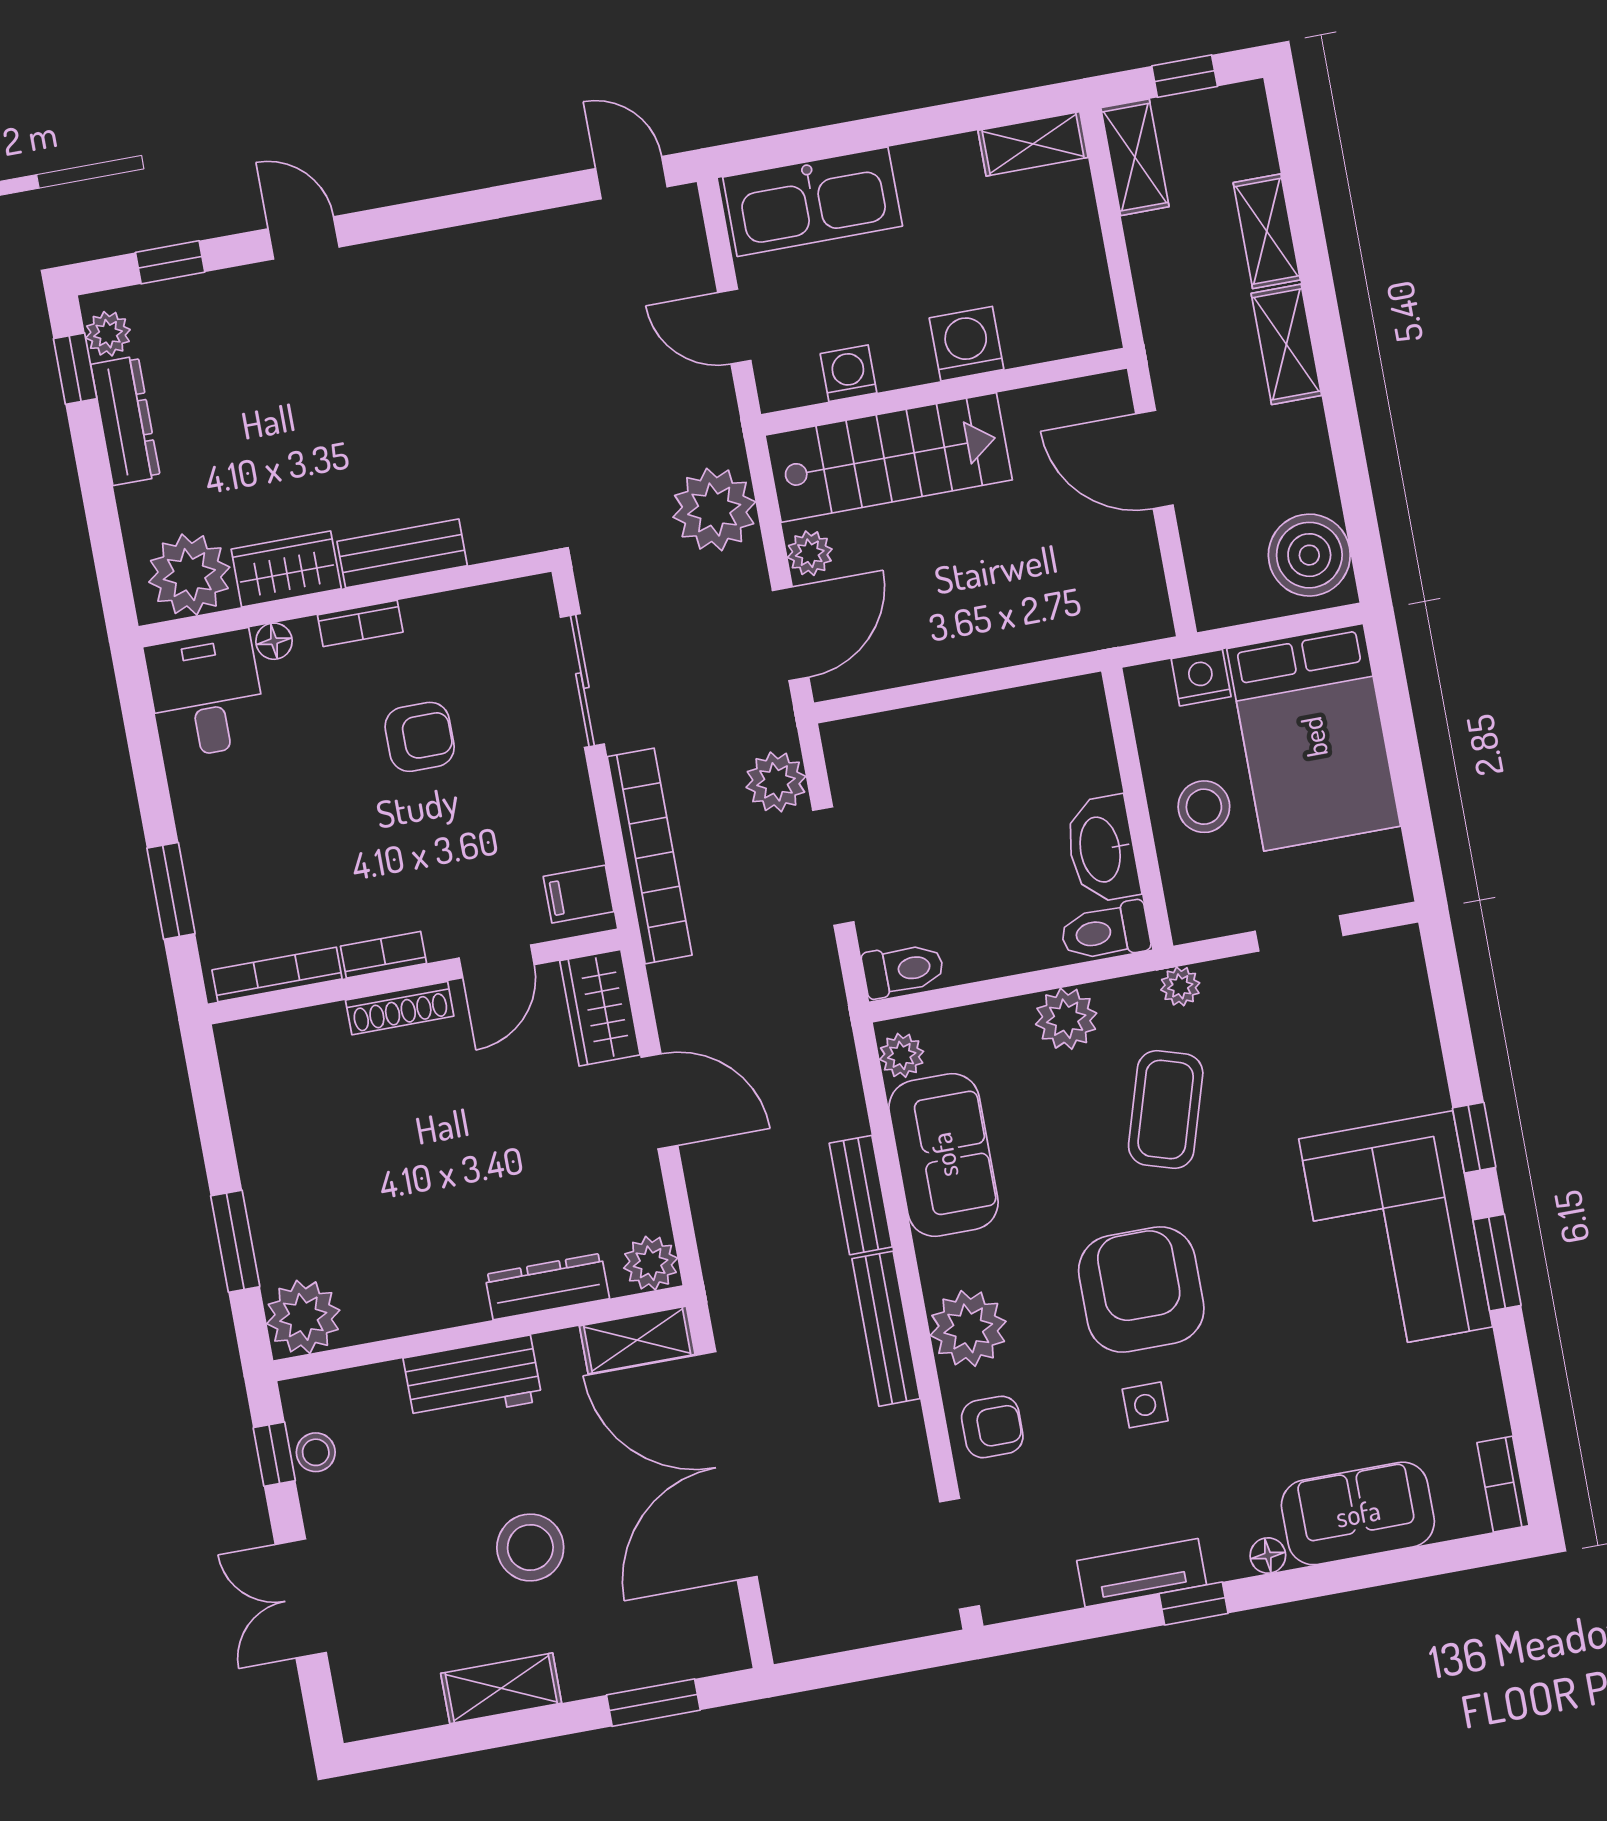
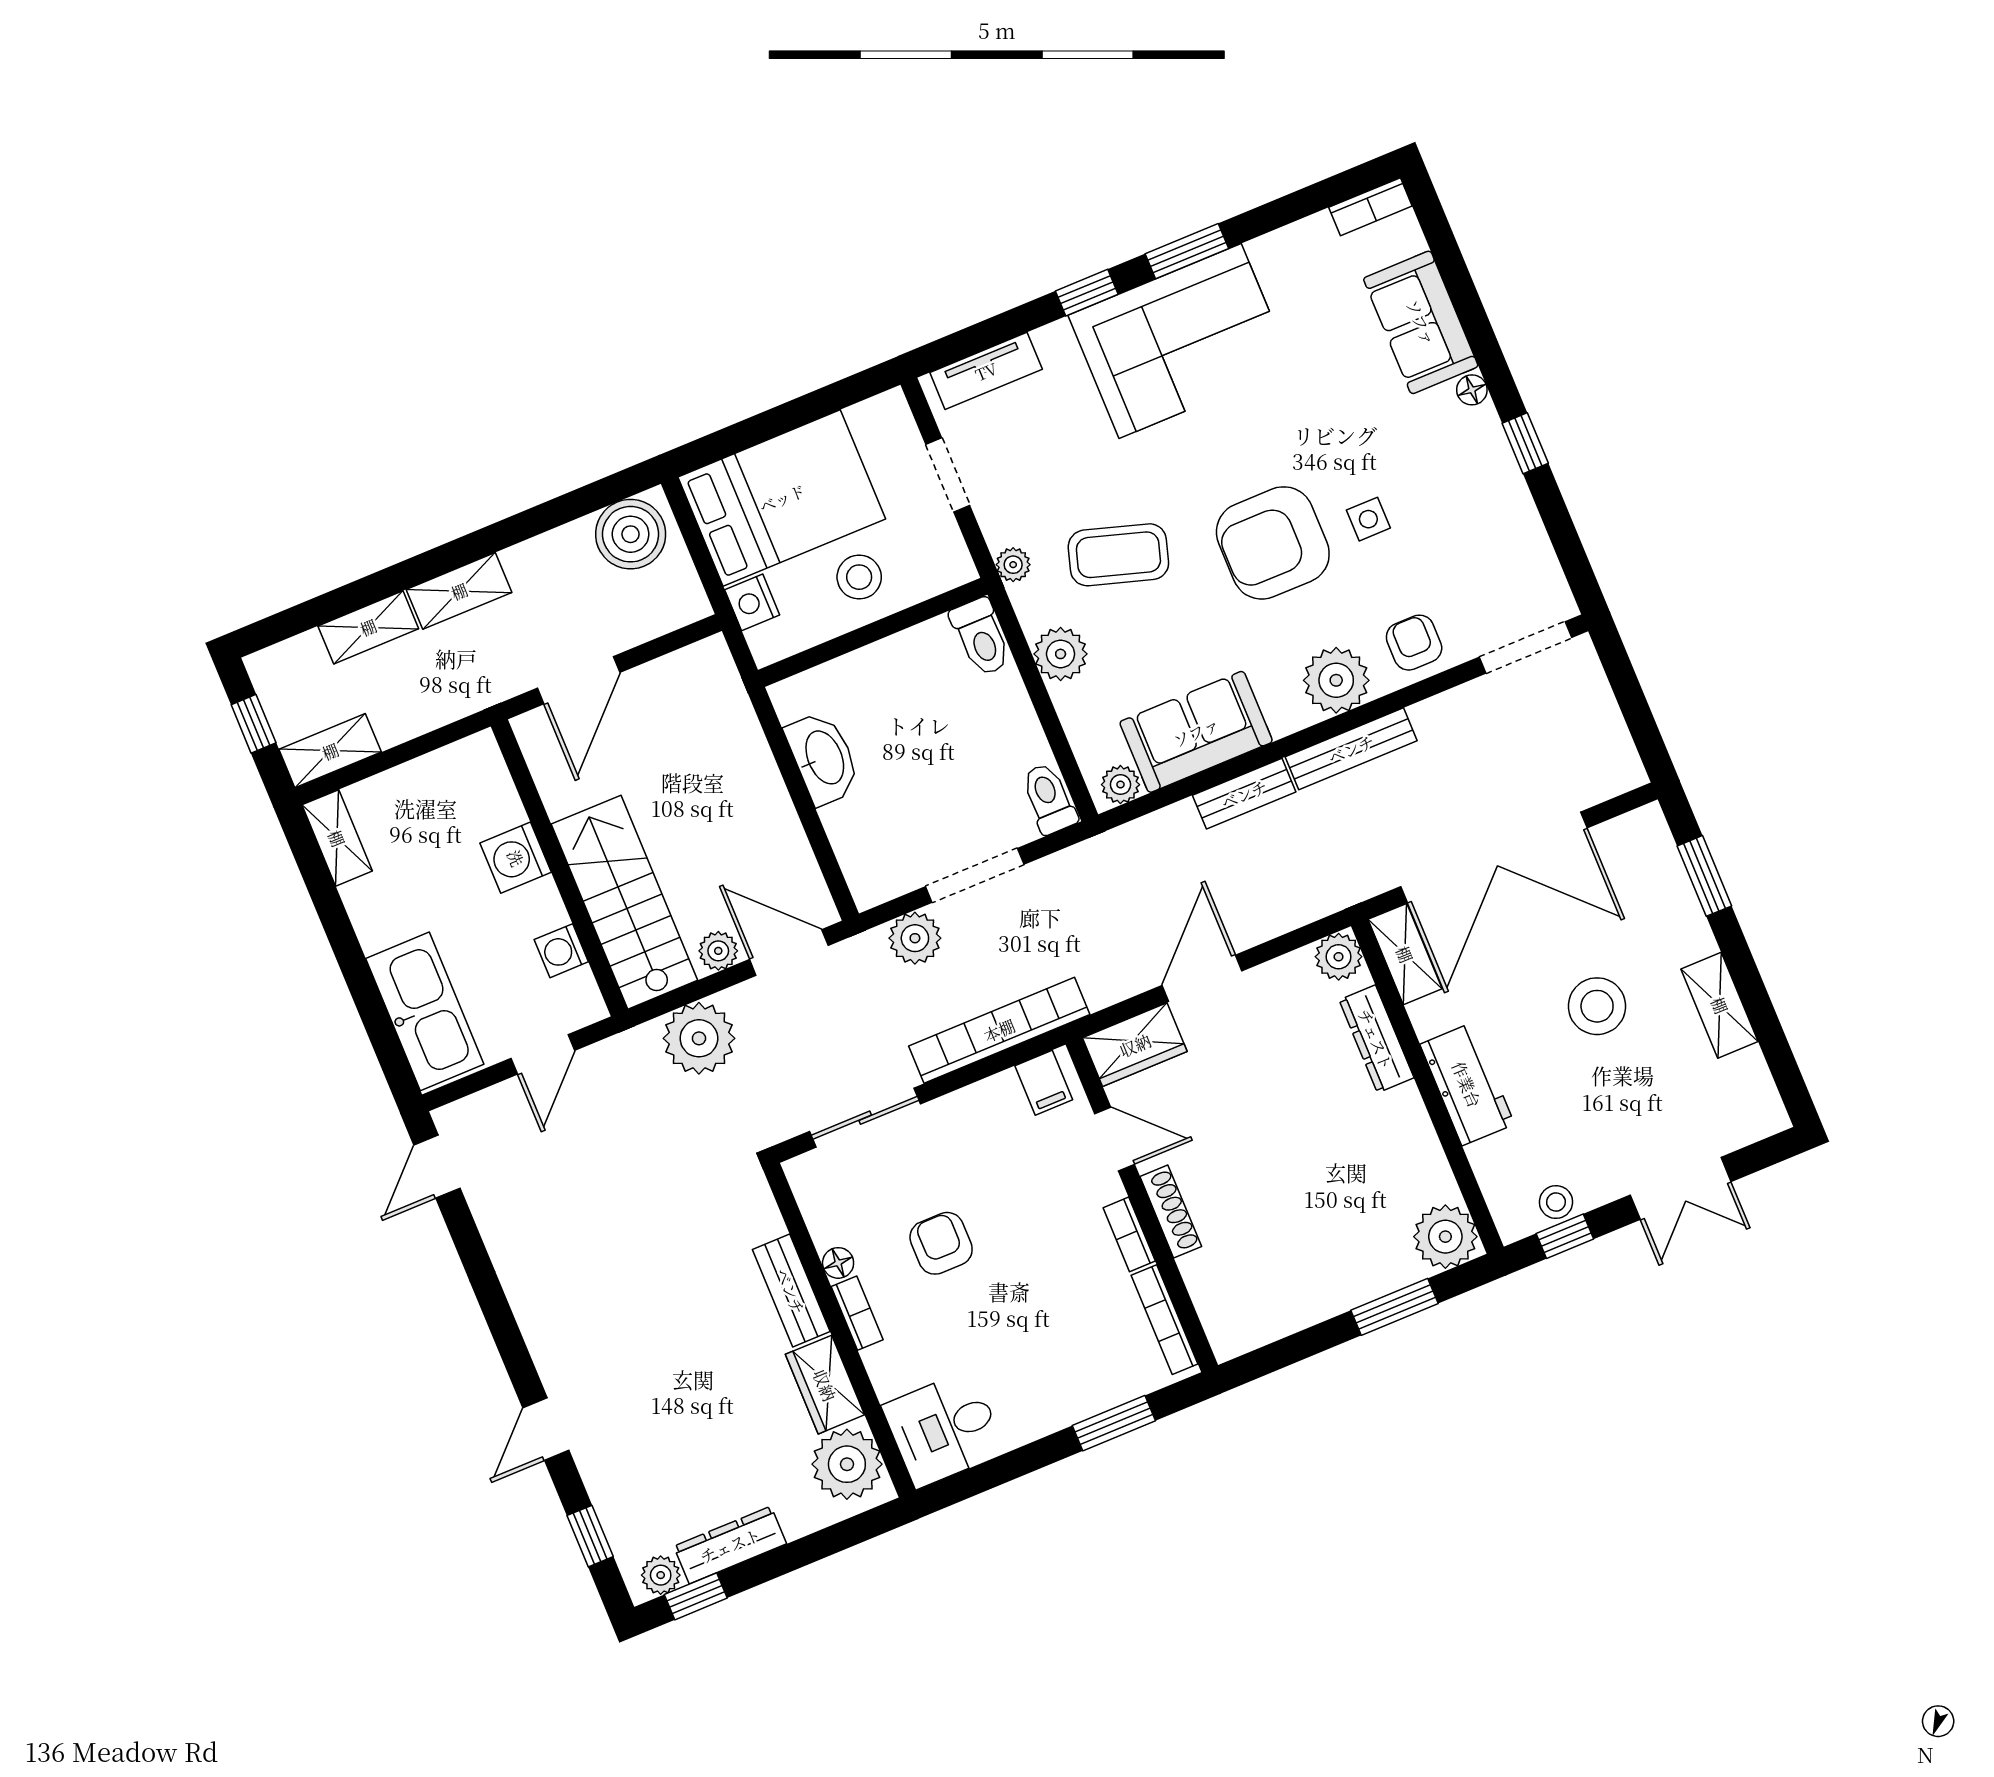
floor lamp: (274, 641) -> (838, 1263), moved
washbasin: (1102, 849) -> (823, 758), moved, turned -90
tv unit: (1142, 1573) -> (986, 371), moved, turned -90

